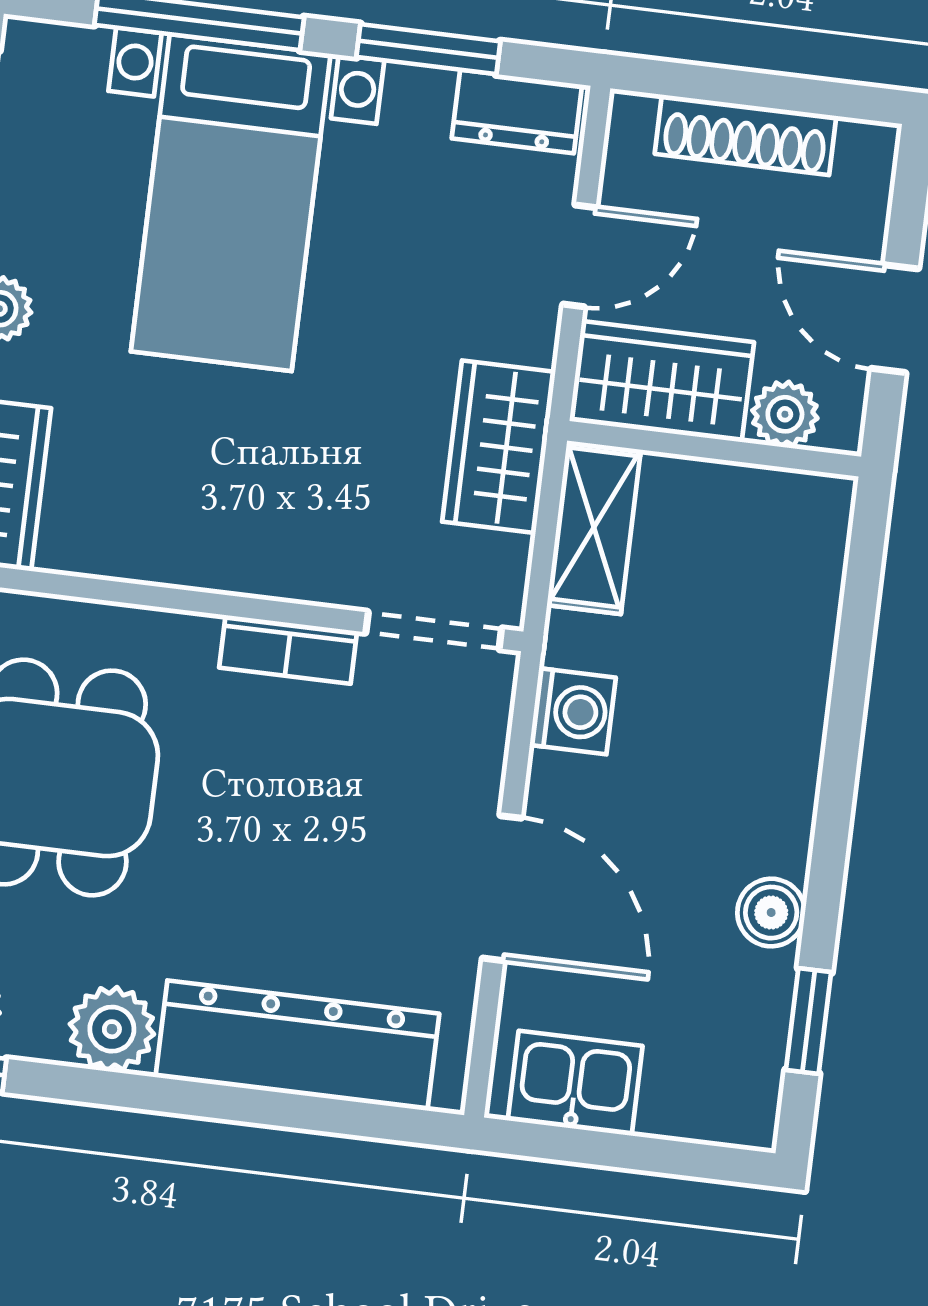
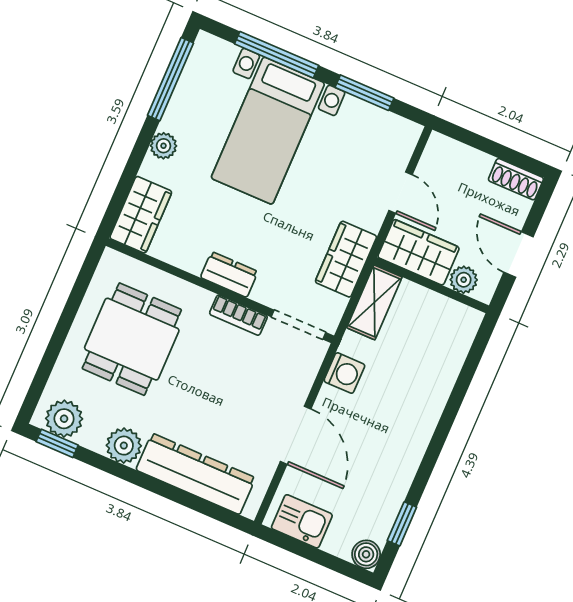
dresser: (517, 112) -> (229, 275), moved, turned 180
shoe rack: (745, 135) -> (516, 179), moved, width x0.70
door: (580, 256) -> (401, 193), hinge flipped
boiler: (771, 913) -> (366, 554), moved

